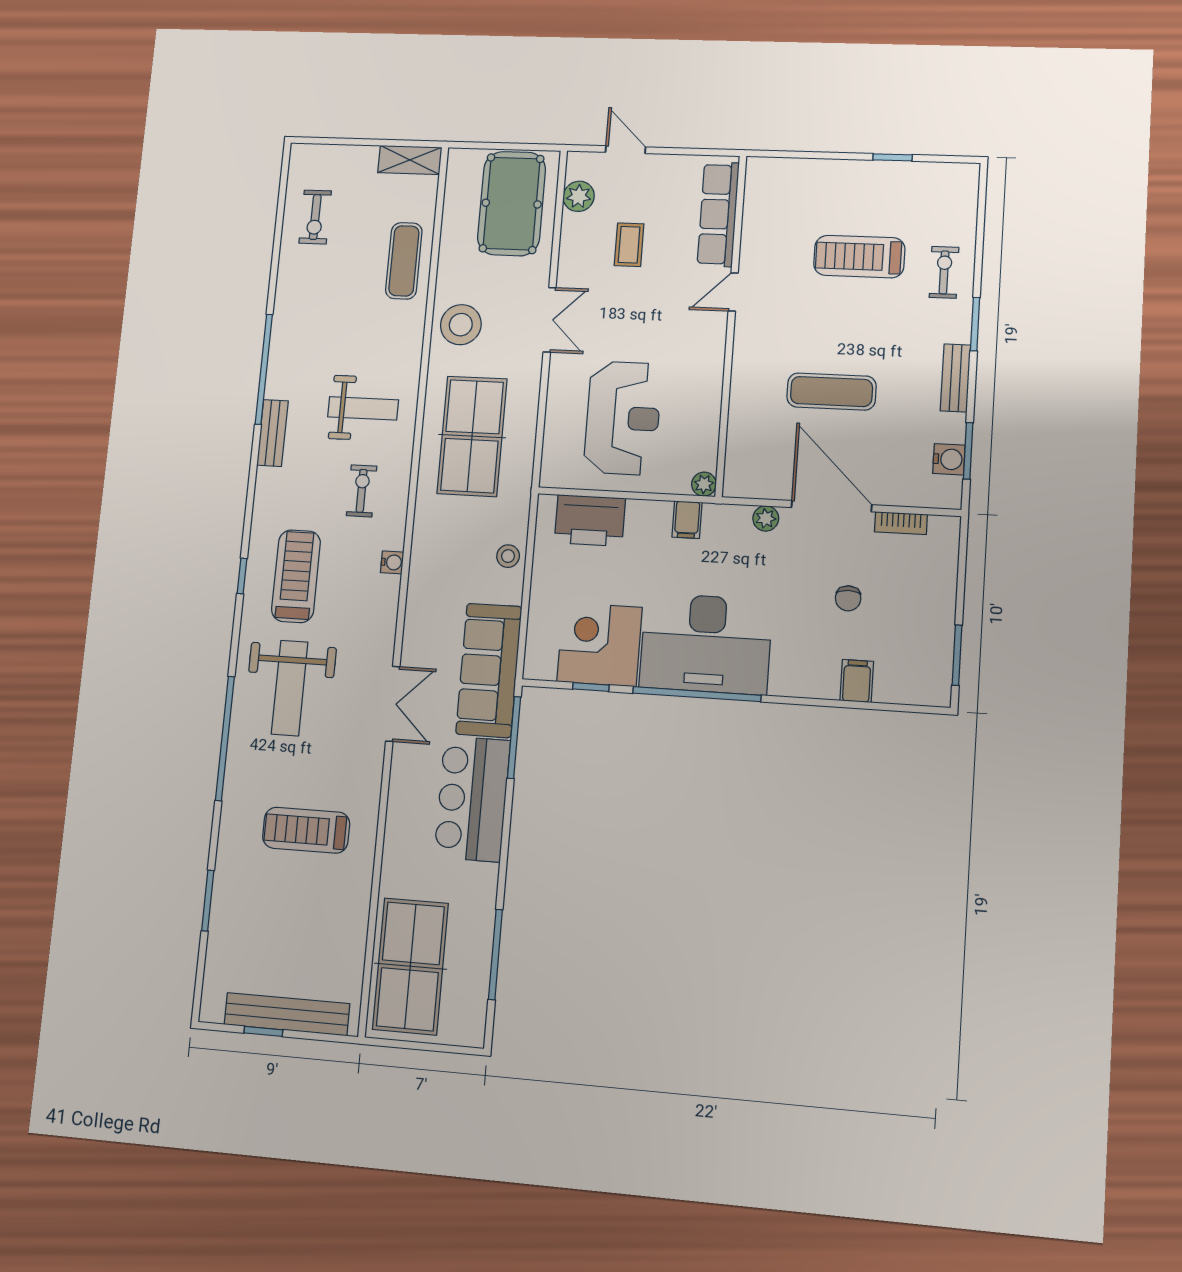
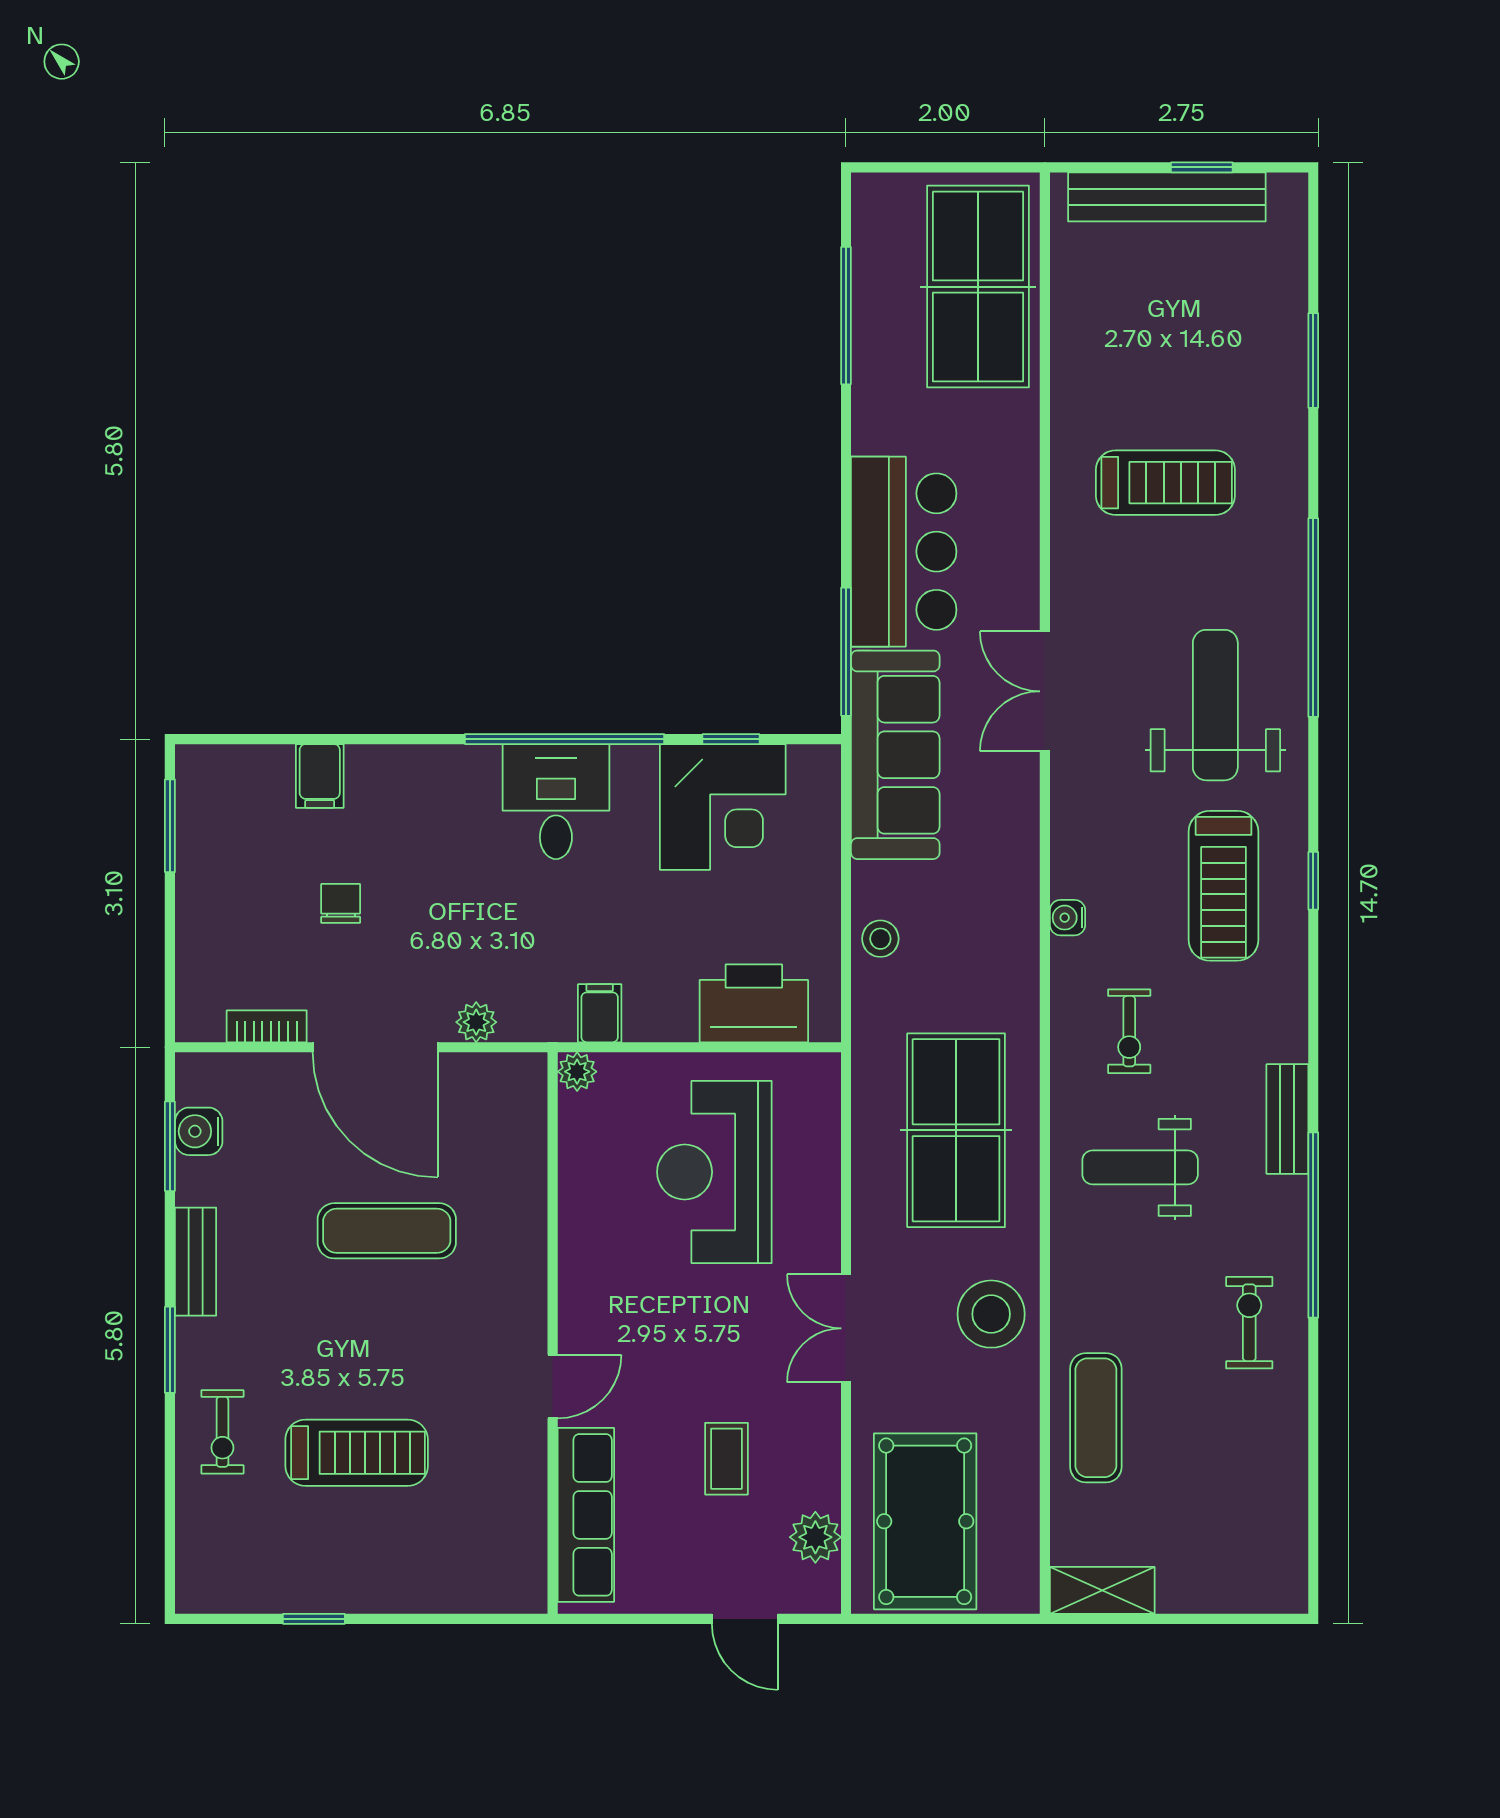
exercise bike: (315, 217) -> (1249, 1323), moved
desk: (706, 644) -> (556, 802), width x0.53, depth x0.77

